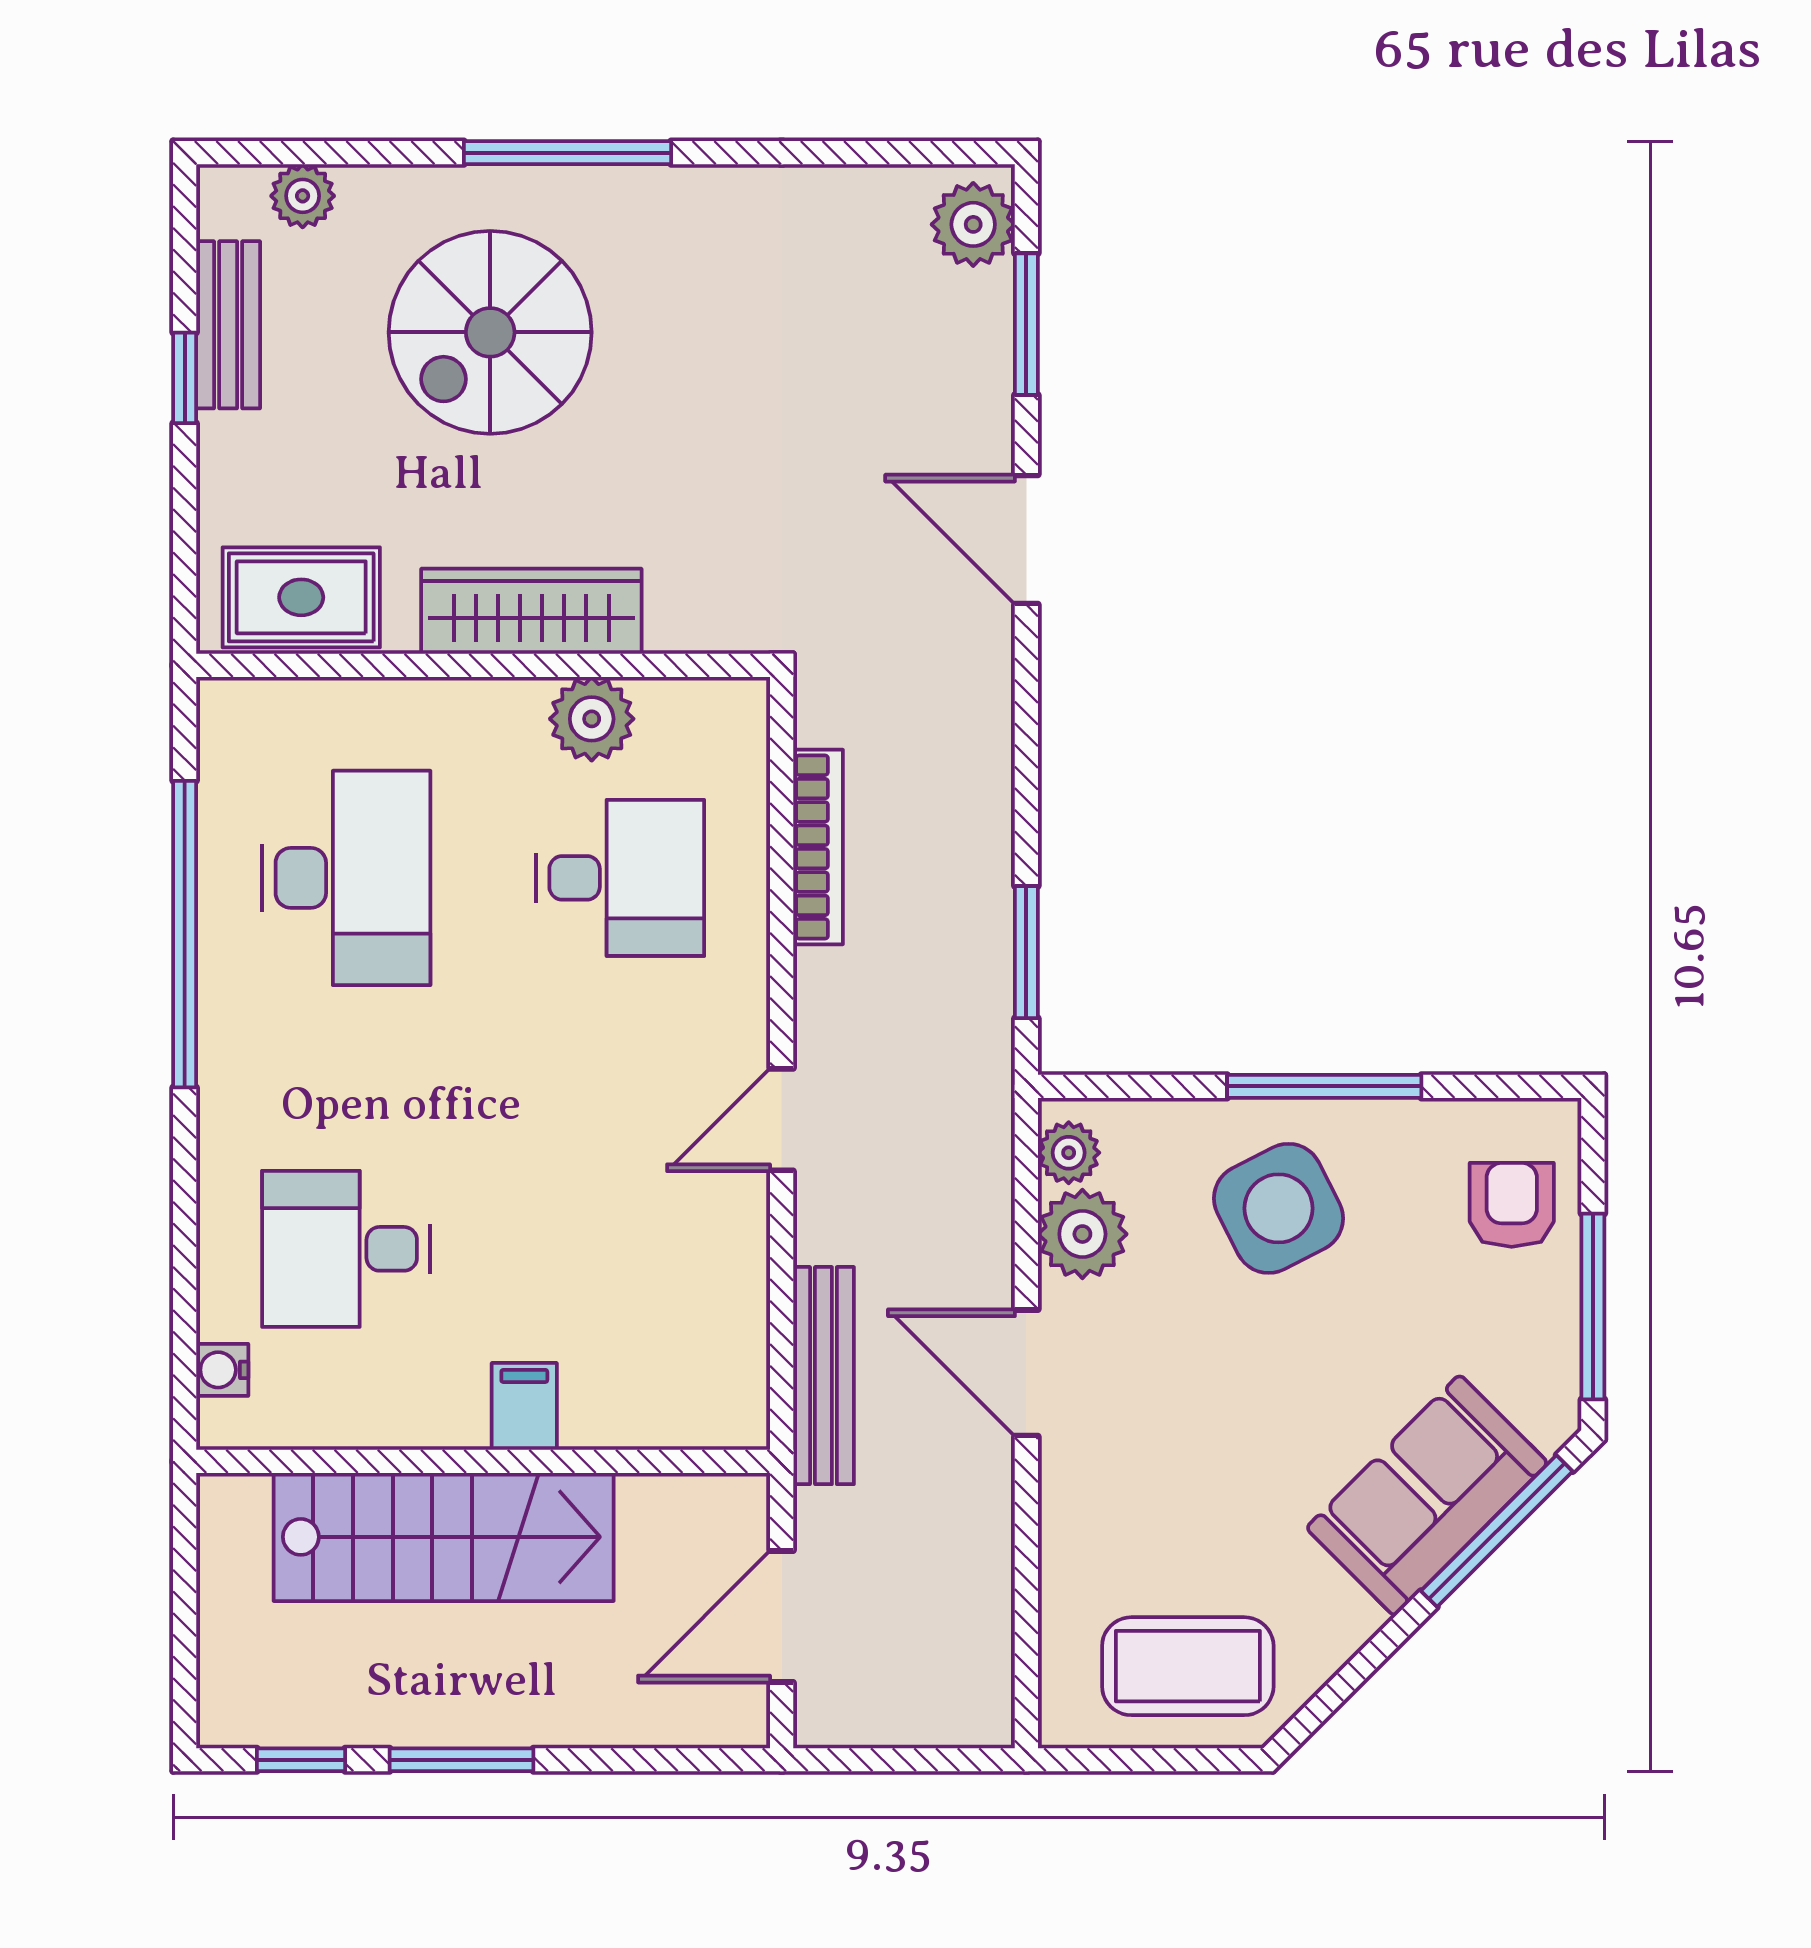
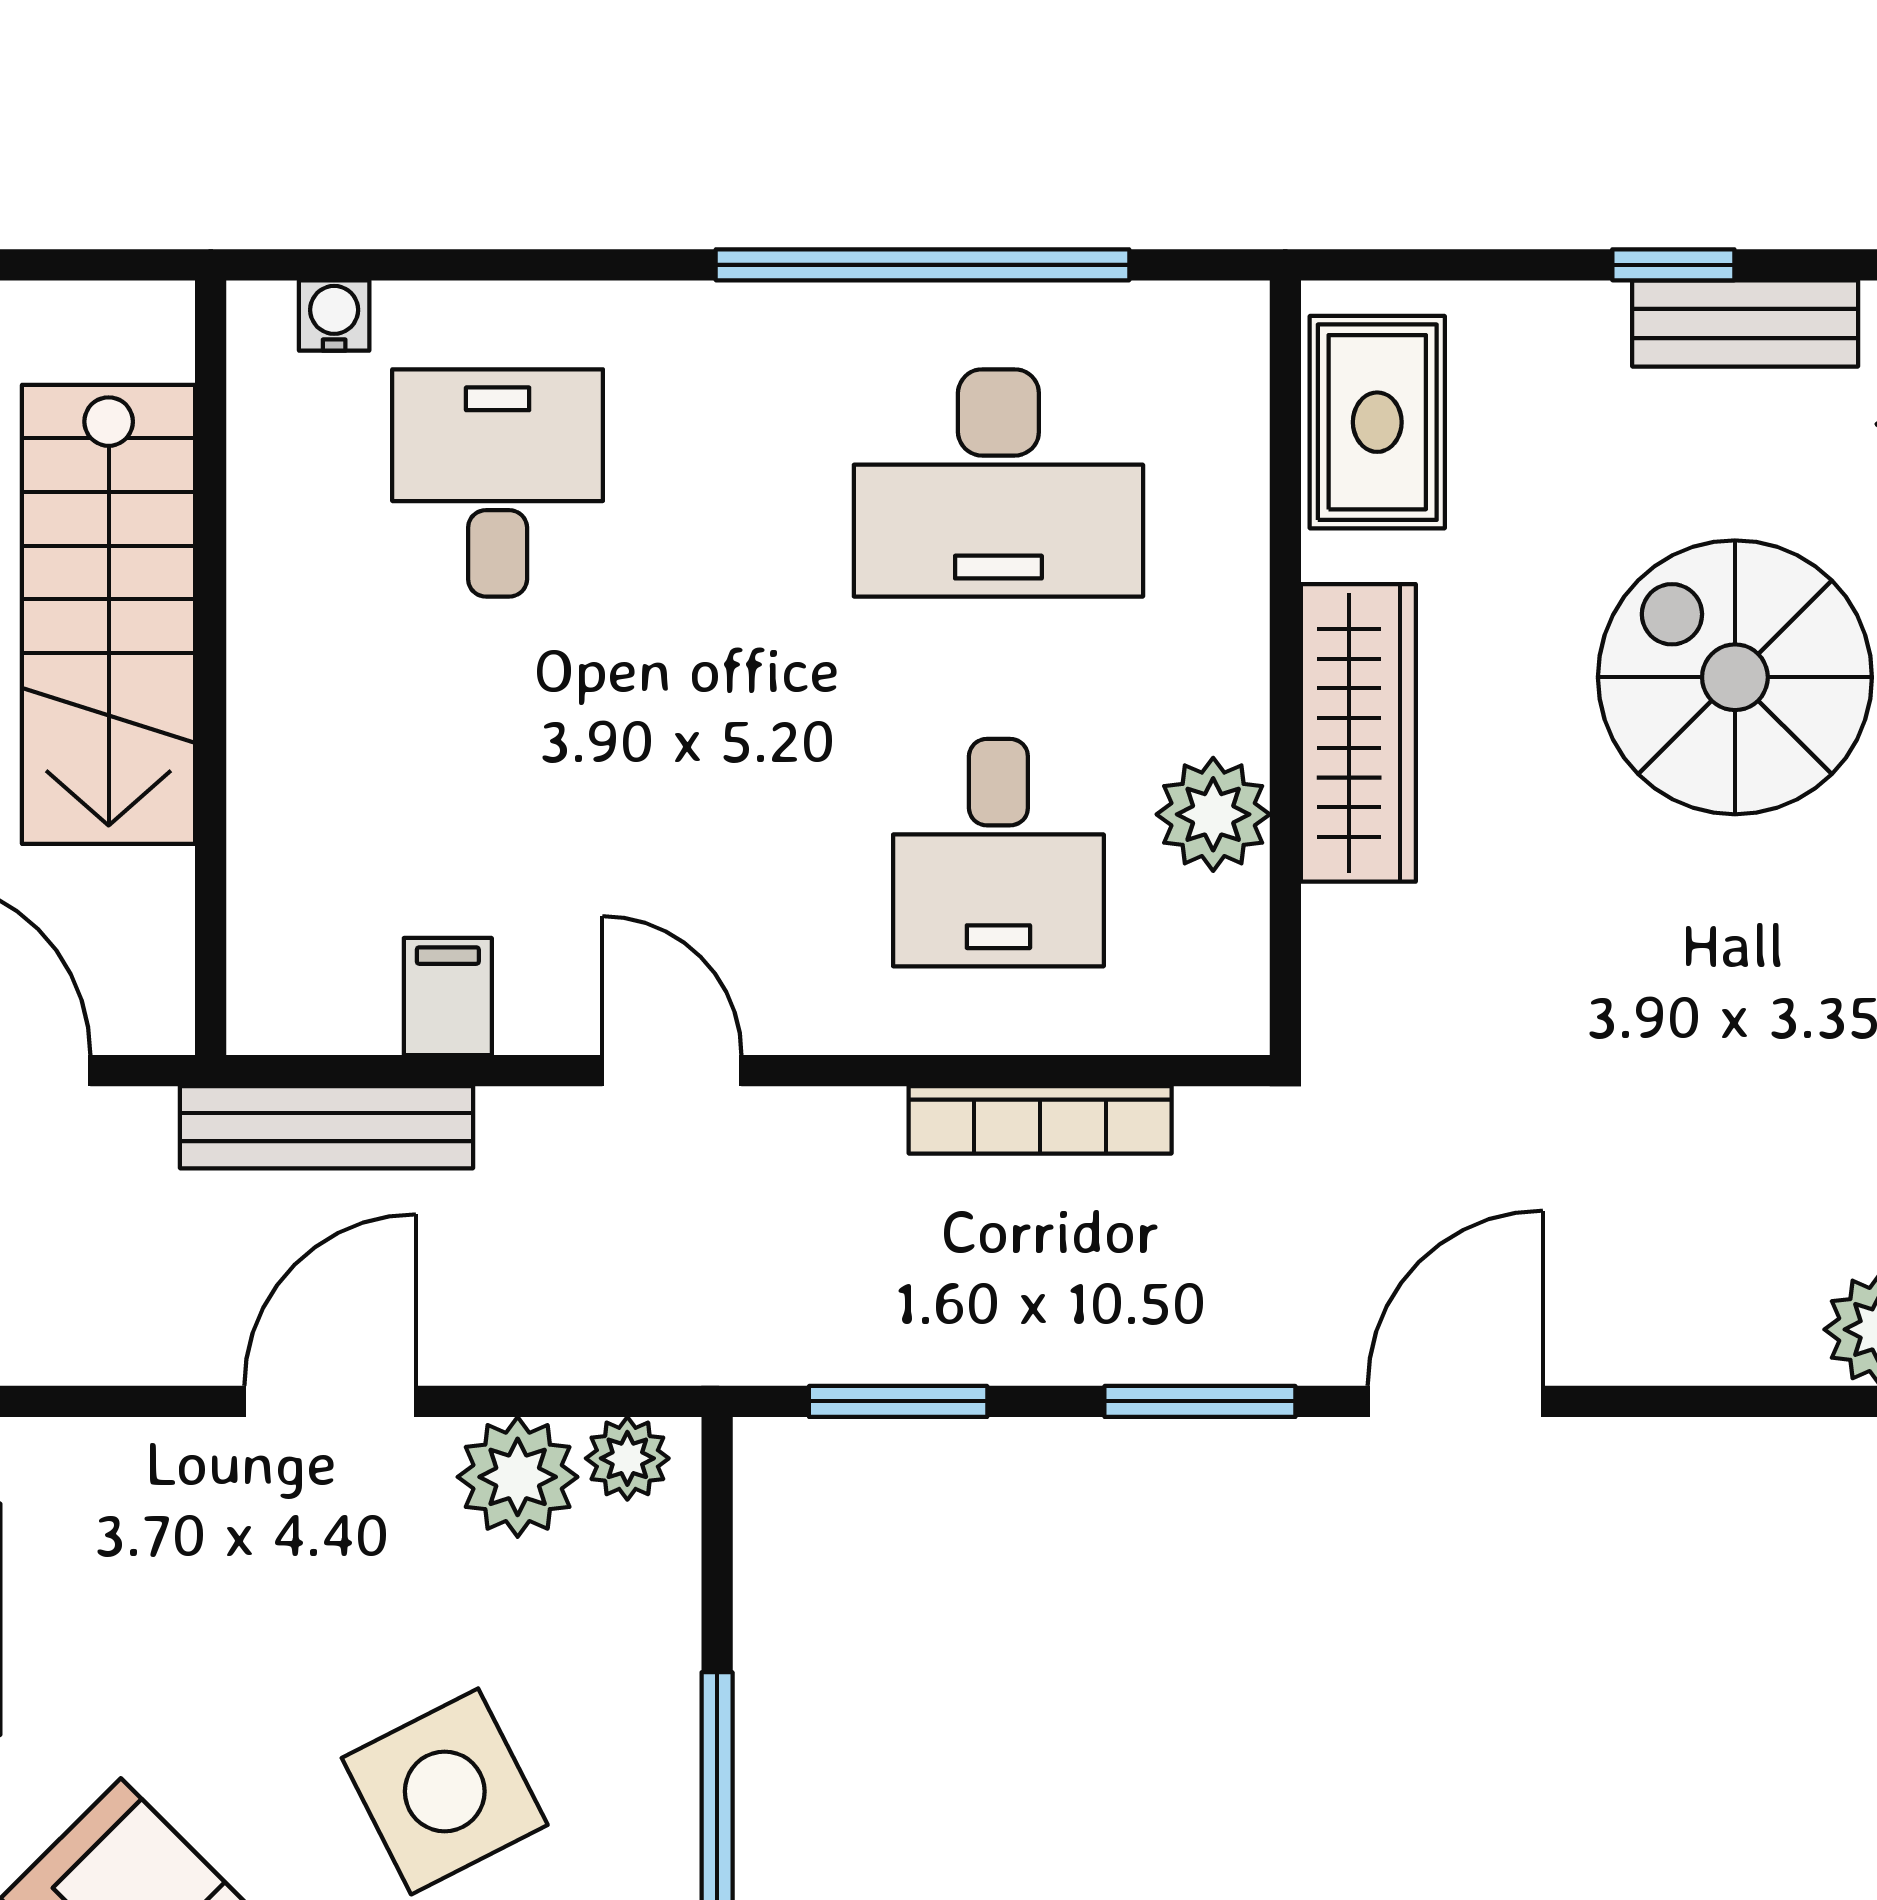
window: (1026, 324) -> (1200, 1401), moved
side table: (1279, 1208) -> (445, 1791), moved
filing cabinet: (524, 1406) -> (448, 997), moved, turned -90

